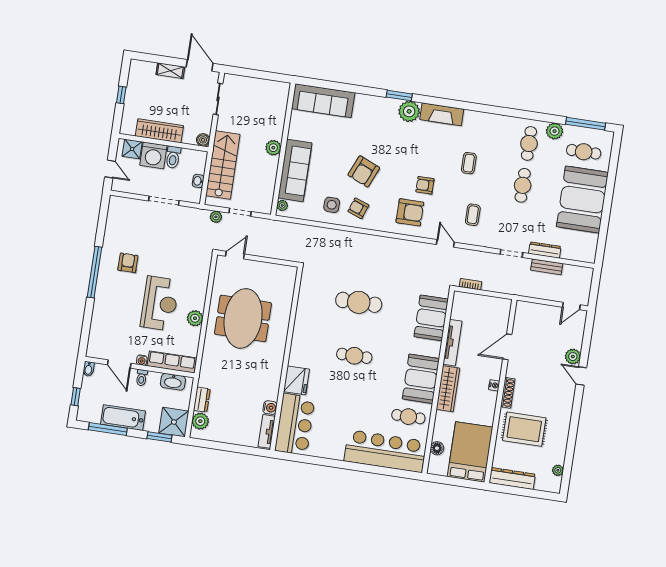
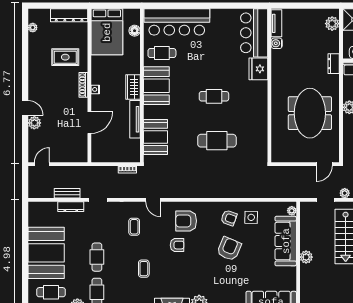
wardrobe: (448, 389) -> (133, 87), width x0.67
dresser: (202, 400) -> (334, 64), moved
rug: (524, 429) -> (65, 57), width x0.73, depth x0.70

